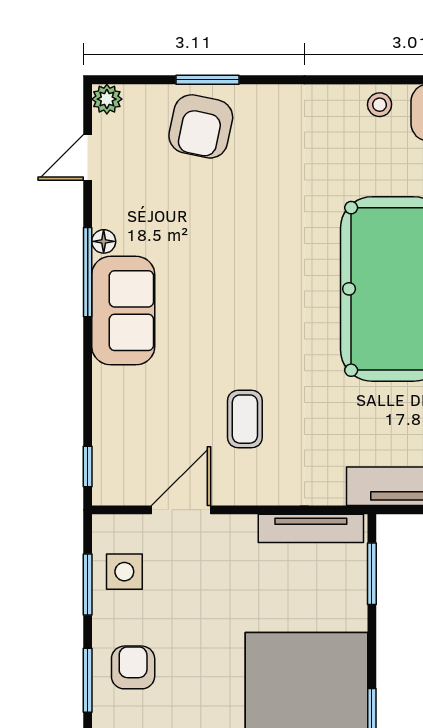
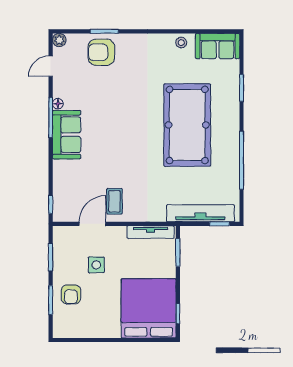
armchair: (201, 126) -> (101, 52), turned 78
coffee table: (245, 419) -> (114, 201), moved
side table: (124, 572) -> (96, 265), moved
armchair: (133, 667) -> (71, 294), turned 180

